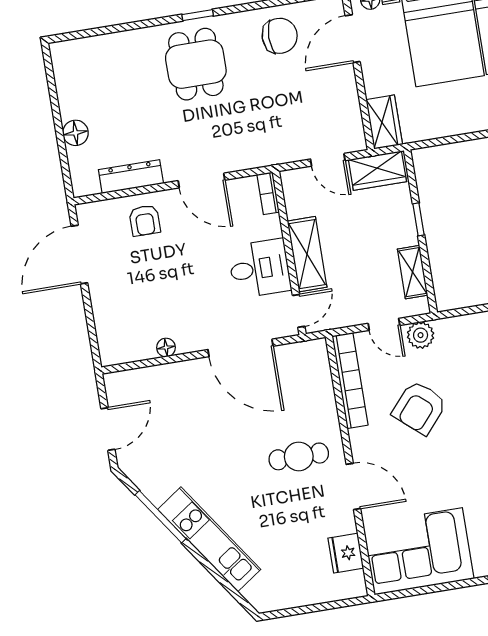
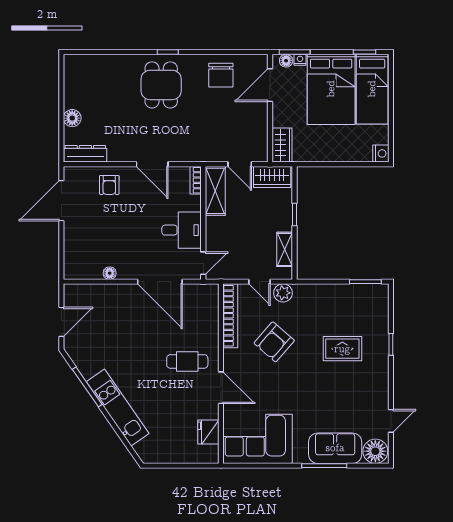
chair: (280, 36) -> (221, 75), turned 90
dresser: (131, 177) -> (85, 154), moved
shelving: (307, 254) -> (215, 191), moved

